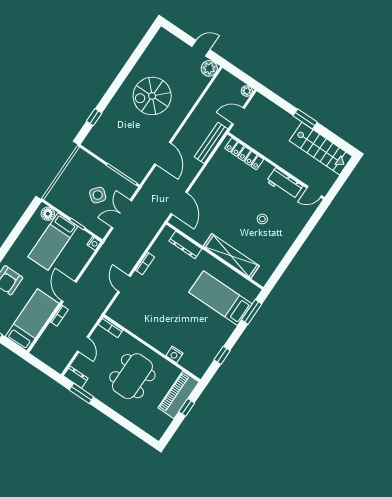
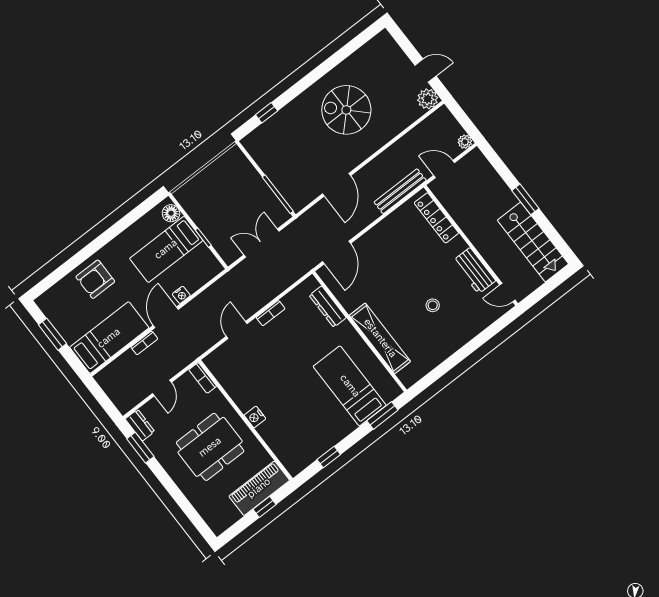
side table: (98, 195) -> (240, 210), removed
nightstand: (94, 243) -> (181, 295), moved
nightstand: (174, 355) -> (255, 417), moved

